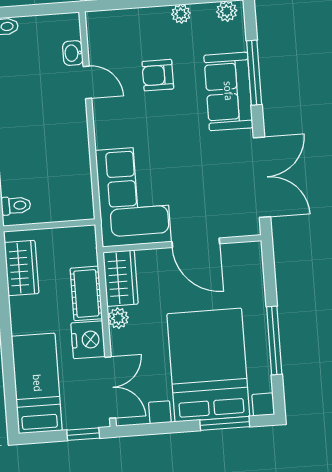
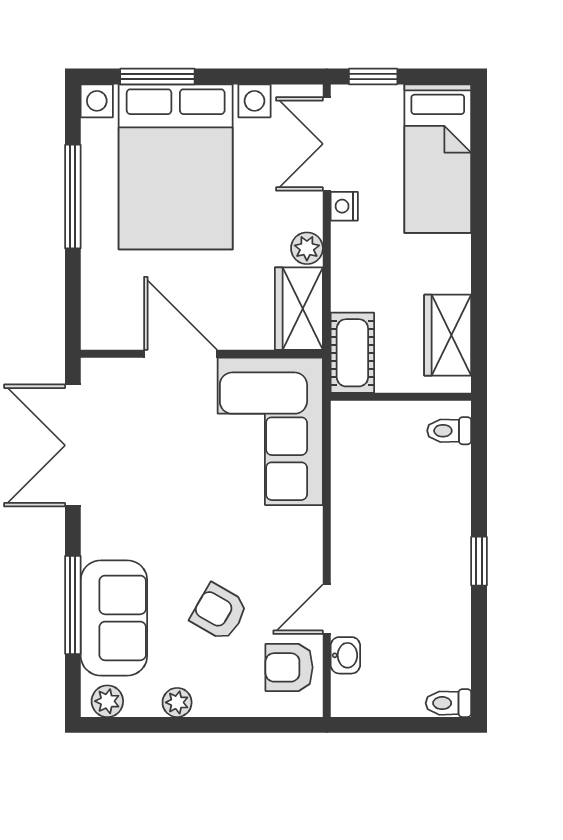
armchair: (109, 42) -> (289, 667), added
armchair: (158, 75) -> (219, 612), turned -150
door: (87, 82) -> (327, 609), hinge flipped
sofa: (228, 91) -> (114, 618), moved
cot: (86, 293) -> (352, 353), moved
nightstand: (88, 340) -> (344, 206), width x0.53, depth x0.56

